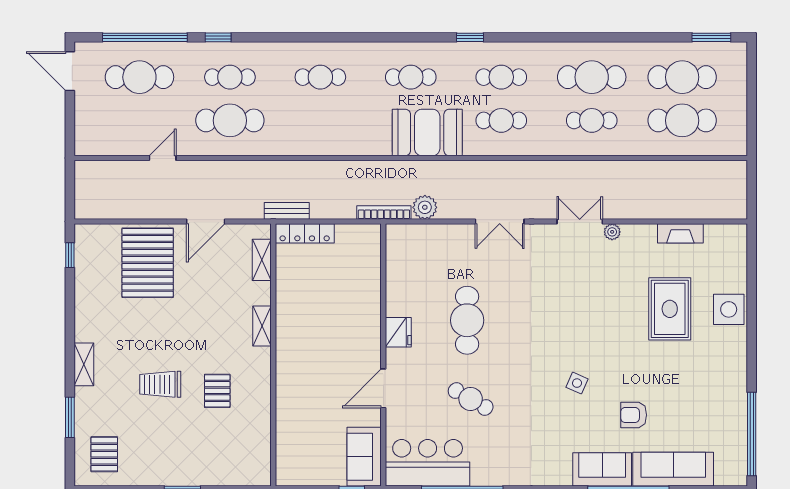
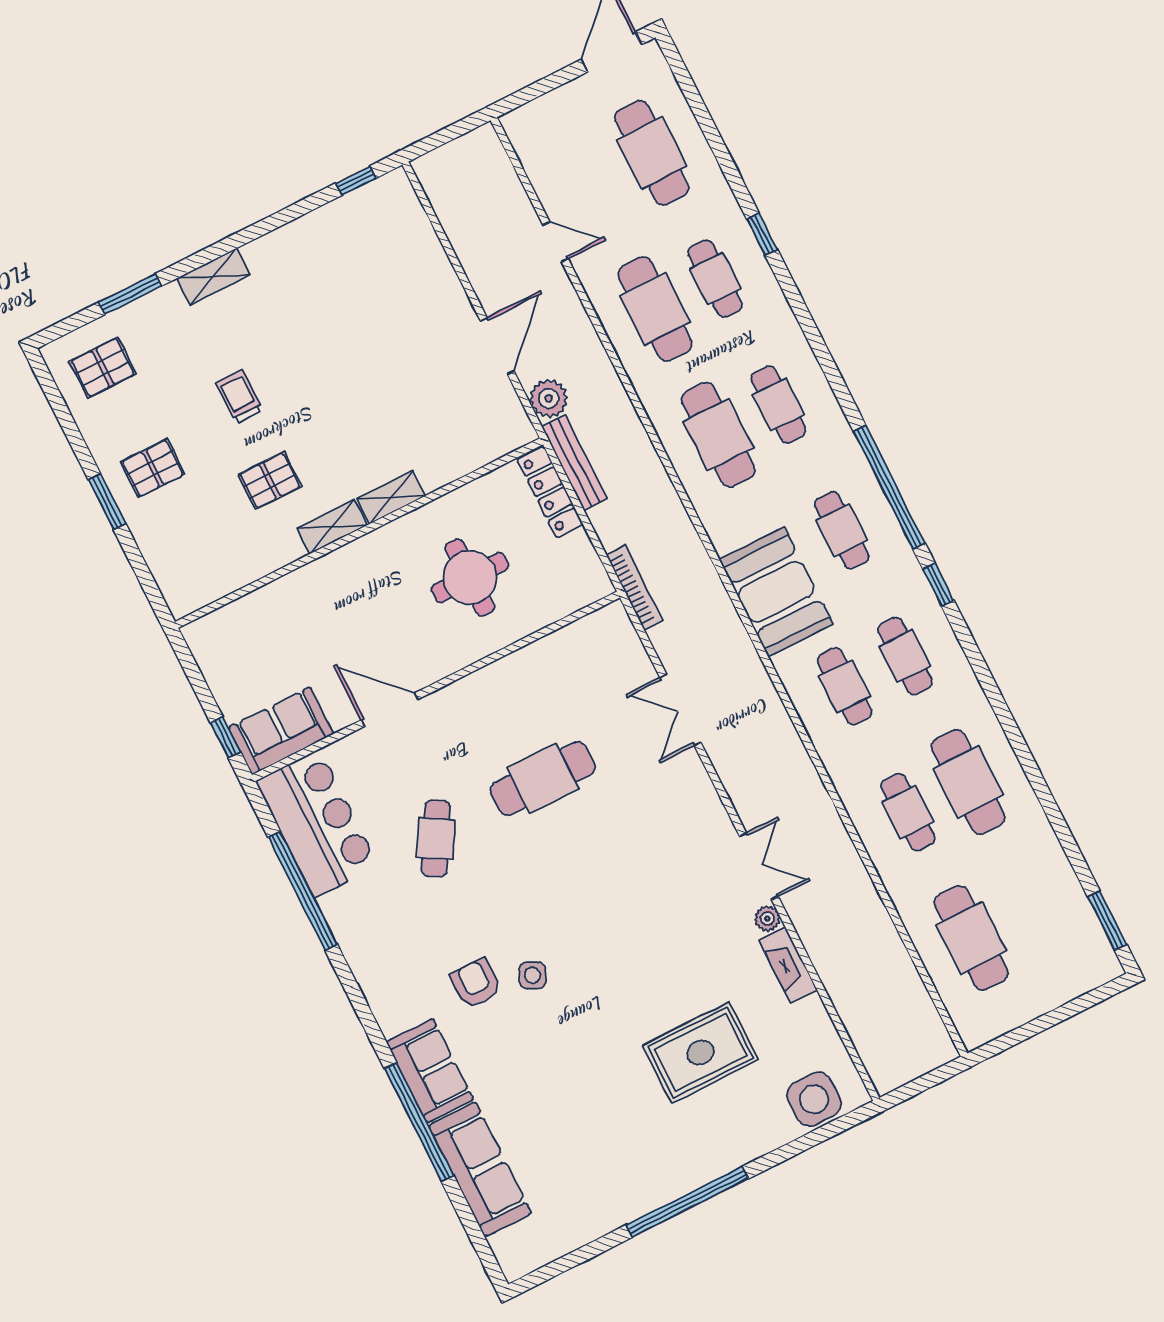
window: (145, 37) -> (889, 487), moved
cafe table: (682, 77) -> (718, 435), moved
plant: (425, 207) -> (549, 398), moved
bench: (287, 211) -> (574, 463), width x1.36
door: (206, 222) -> (497, 346), swing flipped
double door: (500, 222) -> (680, 710), moved
fireplace: (680, 233) -> (788, 965), moved
shelving: (262, 260) -> (332, 527), moved
pallet: (148, 263) -> (153, 468), moved, width x0.49, depth x0.50
round table: (331, 304) -> (470, 577), added
side table: (729, 309) -> (814, 1099), moved
fridge: (398, 332) -> (478, 691), removed
trolley: (160, 384) -> (239, 397), width x0.73, depth x0.72
armchair: (634, 415) -> (476, 983), moved
window: (752, 434) -> (687, 1202), moved

